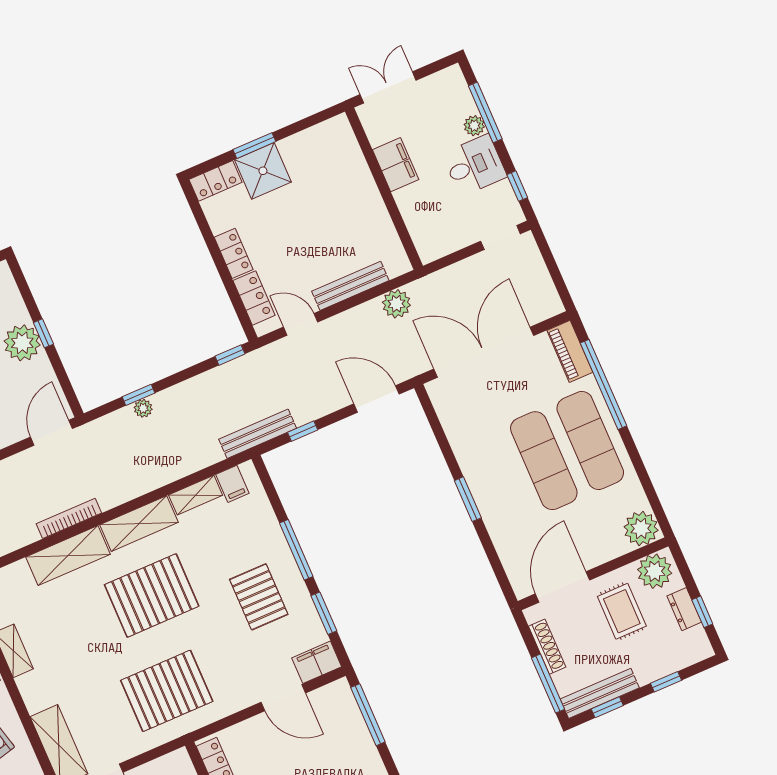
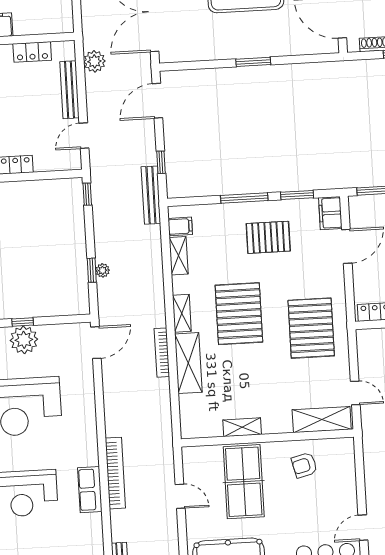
locker: (254, 298) -> (32, 52), moved, turned 180
door: (51, 433) -> (96, 343), swing flipped
shelving: (139, 524) -> (182, 313), width x0.67, depth x0.75

